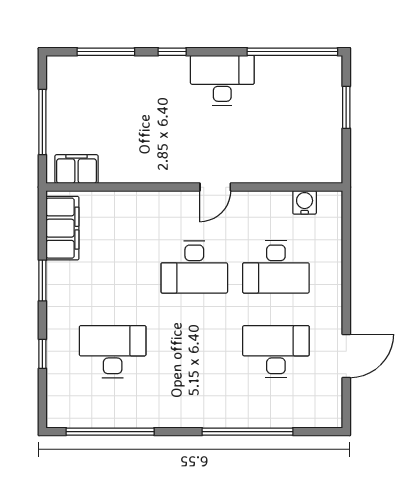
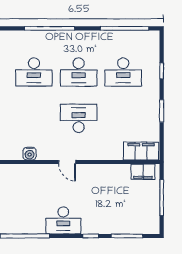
door: (215, 187) -> (67, 162), swing flipped
water cooler: (305, 202) -> (30, 154), moved
filing cabinet: (62, 228) -> (141, 151), moved, turned 90
desk: (276, 267) -> (79, 72), moved, turned 180

